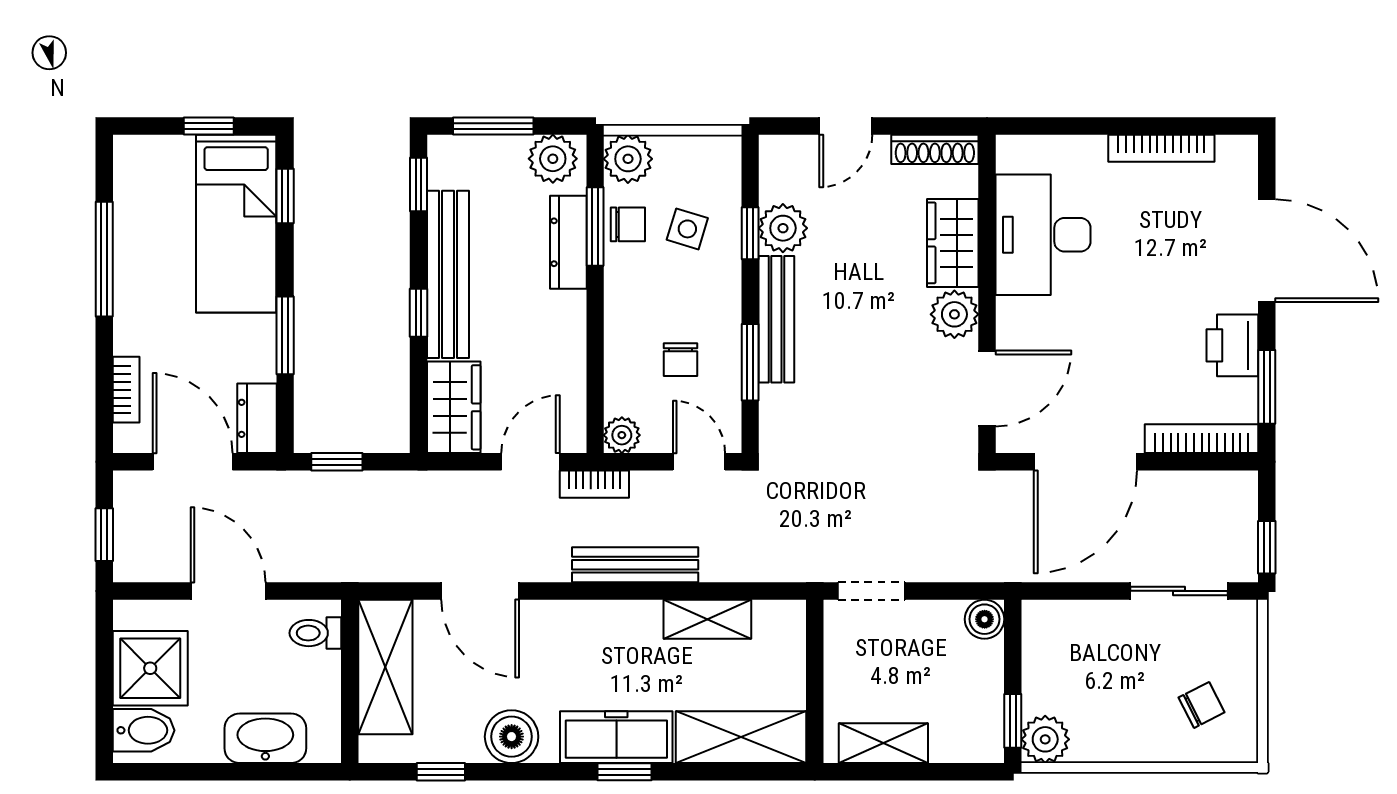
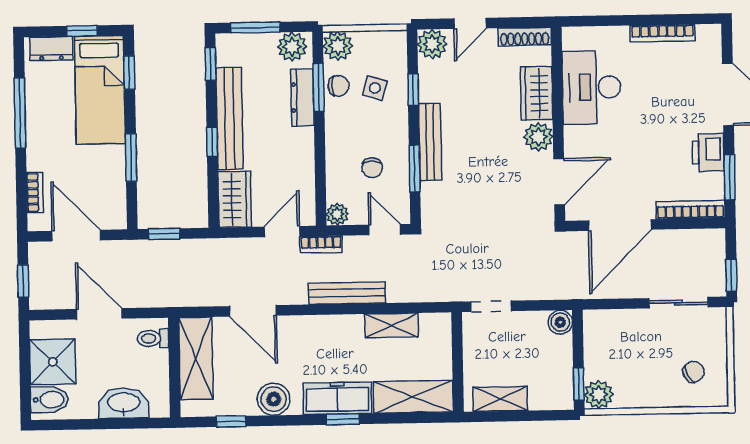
plant: (783, 228) -> (432, 44), moved
dresser: (257, 418) -> (51, 49), moved, turned -90

